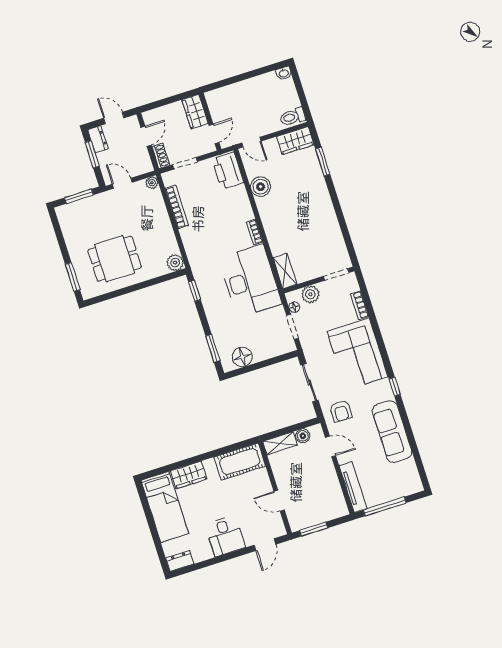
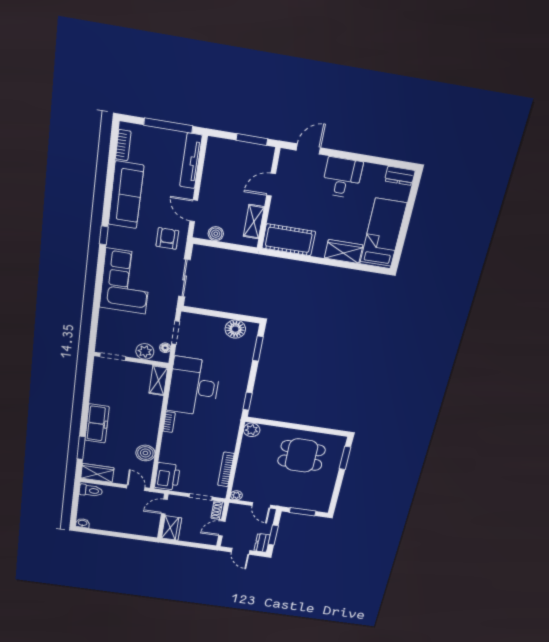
freezer: (320, 196) -> (97, 423), added
bookcase: (360, 305) -> (123, 145), moved
shelving: (280, 443) -> (254, 222), moved, turned 90
door: (279, 501) -> (271, 185), swing flipped

